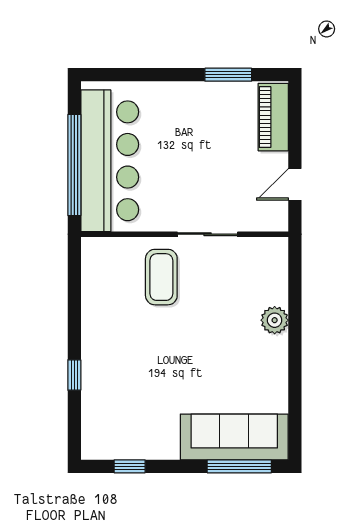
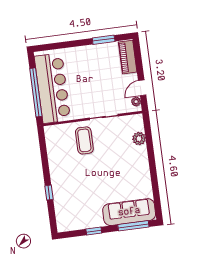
plant: (278, 211) -> (136, 102), added
plant: (275, 320) -> (139, 139), moved
window: (130, 466) -> (94, 231), moved

